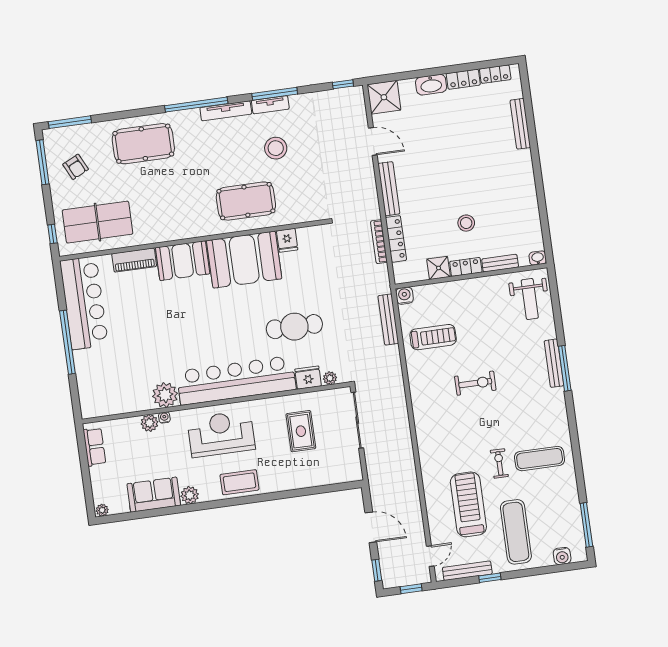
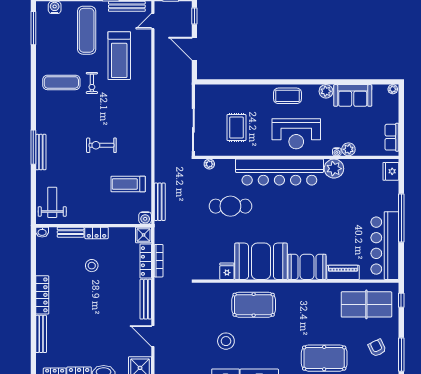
locker: (526, 175) -> (42, 295), added
shower: (439, 268) -> (144, 235), moved
fridge: (308, 378) -> (391, 171), moved, turned 90

